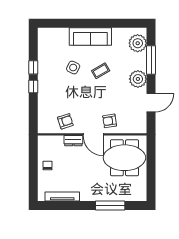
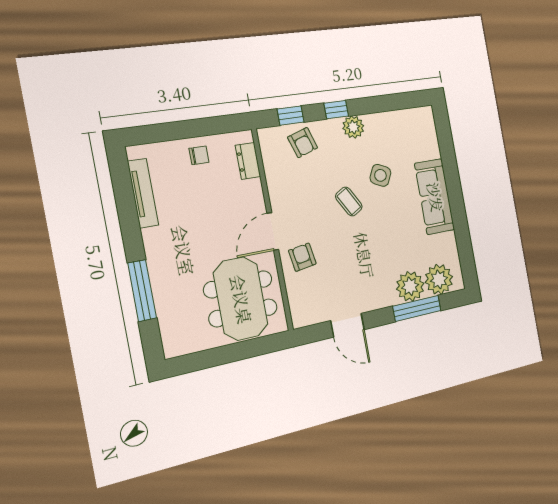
window: (33, 67) -> (291, 116), moved
coffee table: (101, 71) -> (349, 202), moved
plant: (44, 78) -> (353, 127), added
plant: (138, 79) -> (410, 286), moved
armchair: (65, 121) -> (303, 143), moved
dresser: (73, 141) -> (248, 161), moved

